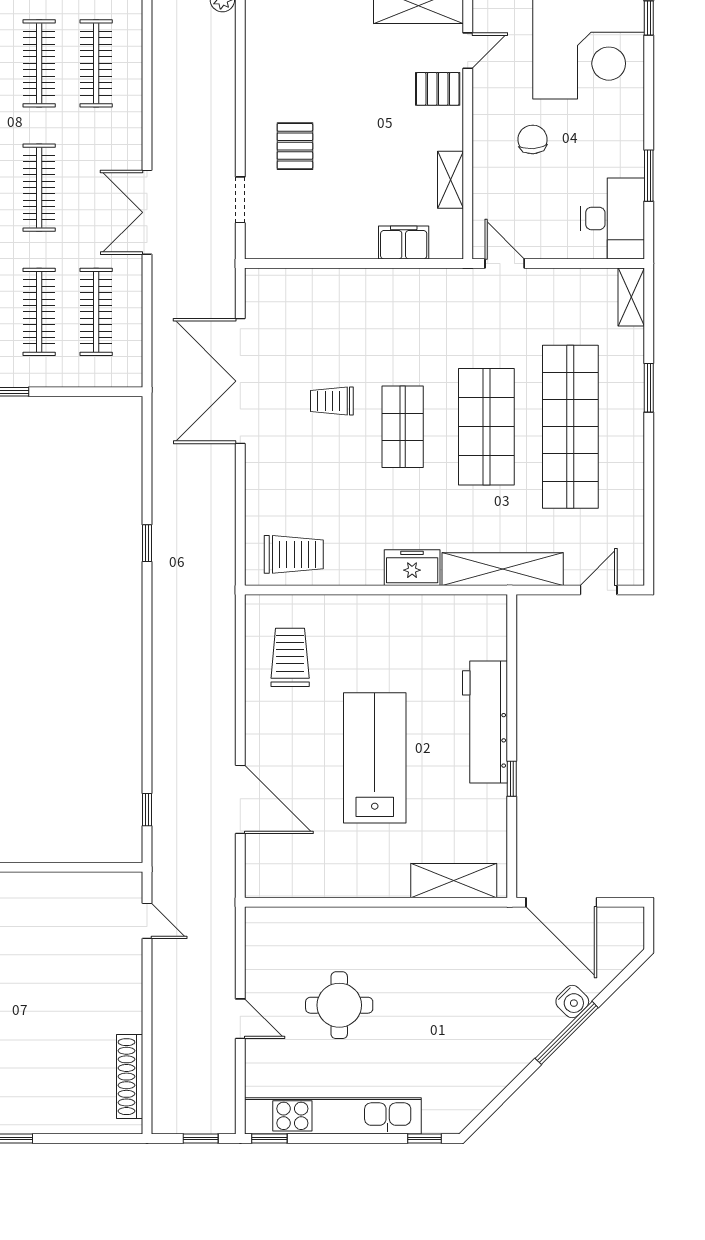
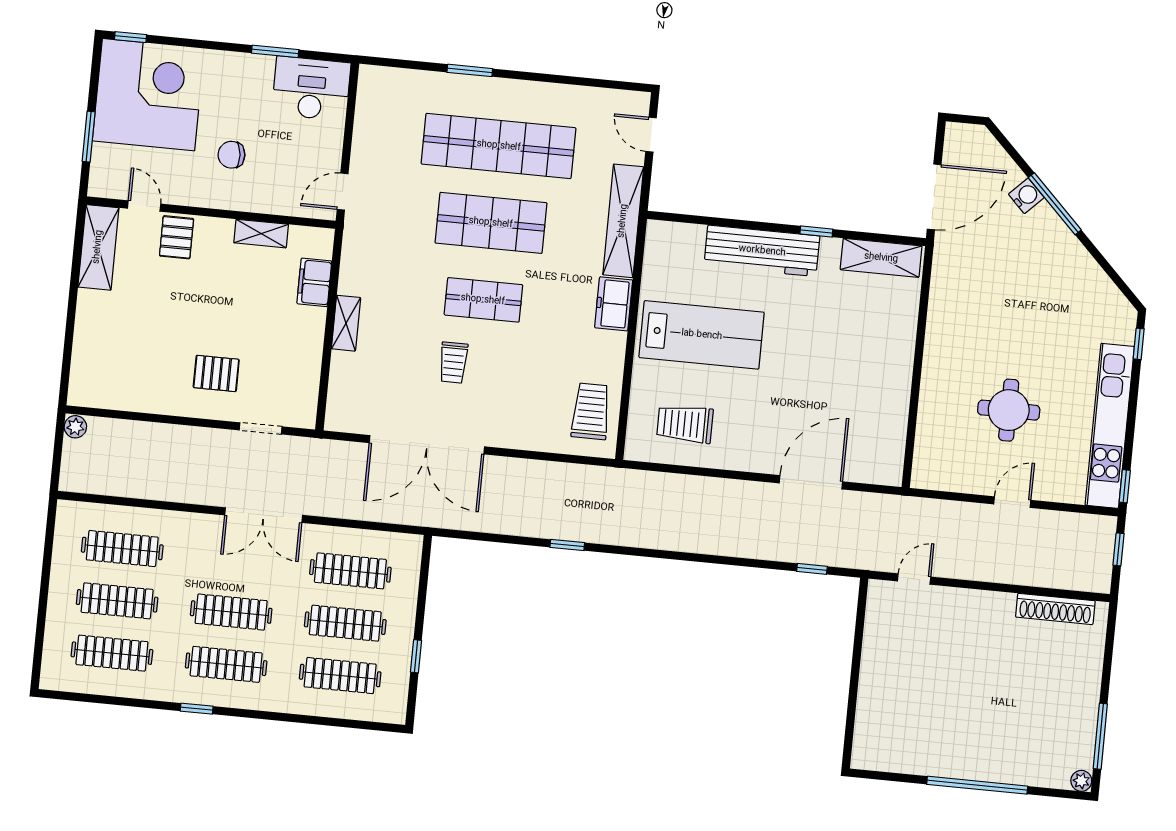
shelving: (631, 297) -> (346, 323), moved, turned 90
lab bench: (375, 758) -> (702, 335), moved, turned 180
shelving: (454, 881) -> (881, 258), moved, turned 90

